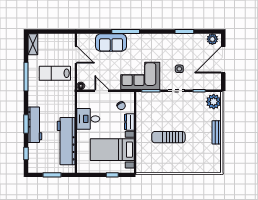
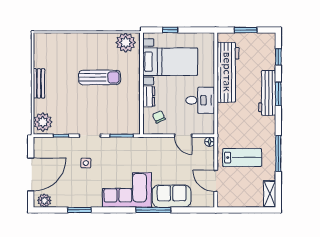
corner sofa: (140, 76) -> (127, 190), moved, turned 180
plant: (148, 165) -> (126, 42), added

